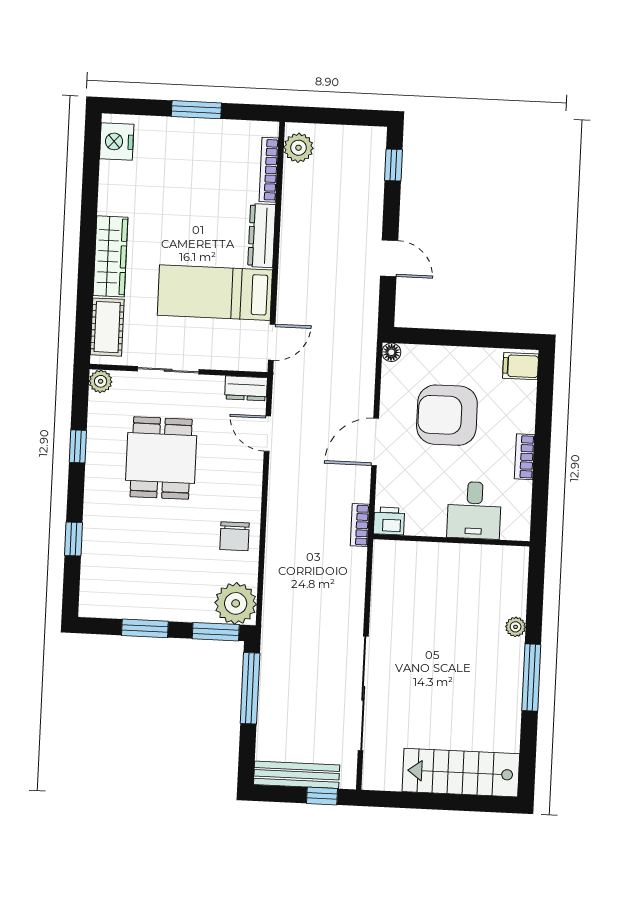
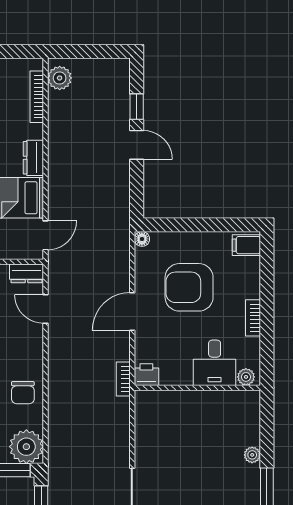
window: (394, 165) -> (137, 107), moved
dresser: (262, 236) -> (33, 158), width x0.70
door: (389, 258) -> (137, 145), moved
plant: (512, 530) -> (246, 377), added

